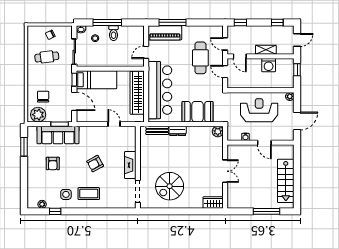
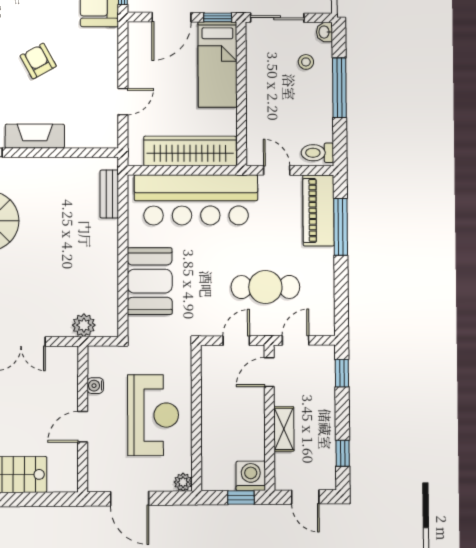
toilet: (114, 33) -> (317, 153), moved
washing machine: (269, 65) -> (251, 476), moved, turned 90
dresser: (178, 131) -> (108, 238), removed
plant: (218, 132) -> (84, 325), moved

